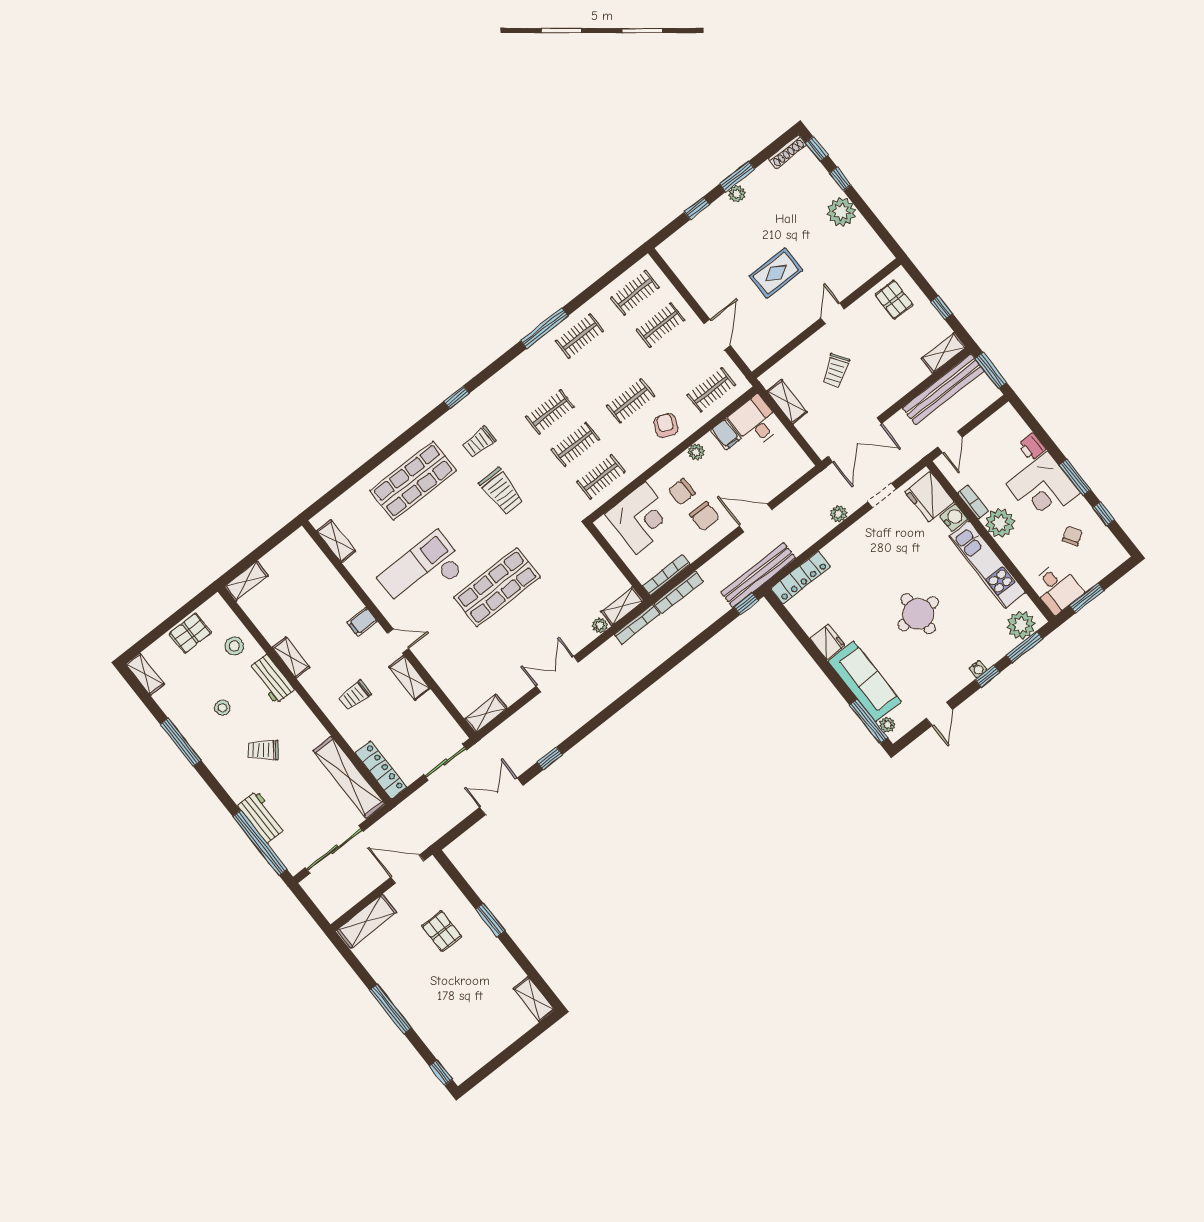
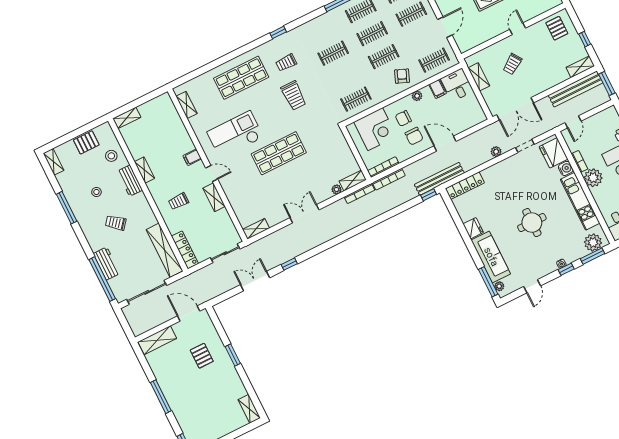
clothes rail: (575, 444) -> (372, 34), moved

